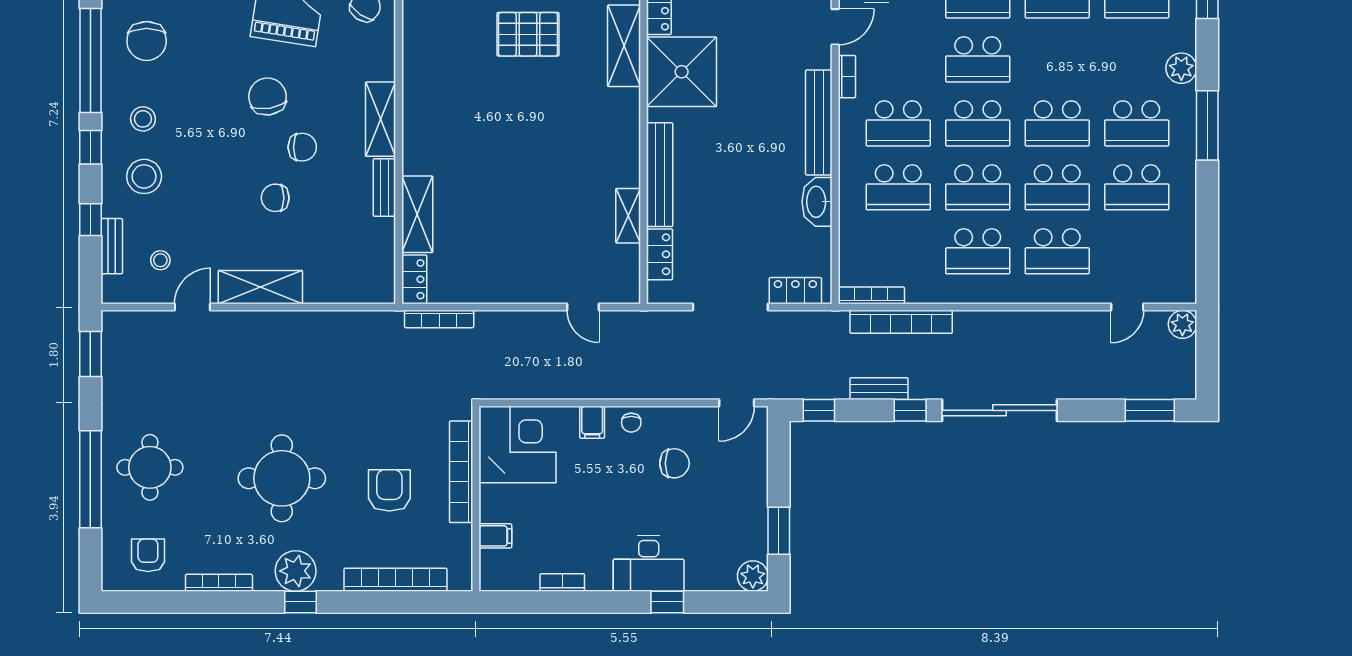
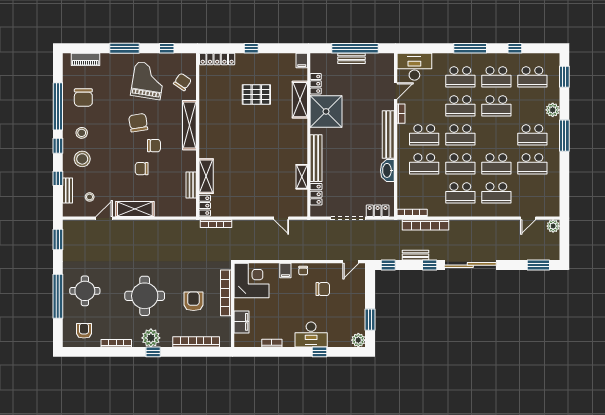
shelving: (381, 119) -> (189, 125), width x1.47
school desk: (1057, 123) -> (496, 106), moved
bench: (384, 187) -> (191, 185), moved
filing cabinet: (495, 536) -> (241, 322), width x2.00

